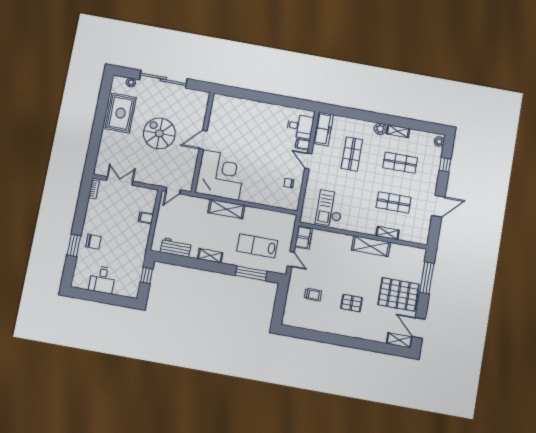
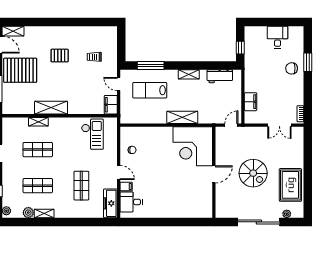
plant: (380, 129) -> (28, 213), moved
filing cabinet: (146, 218) -> (251, 102), width x2.00
lab bench: (257, 246) -> (150, 90), turned 180

